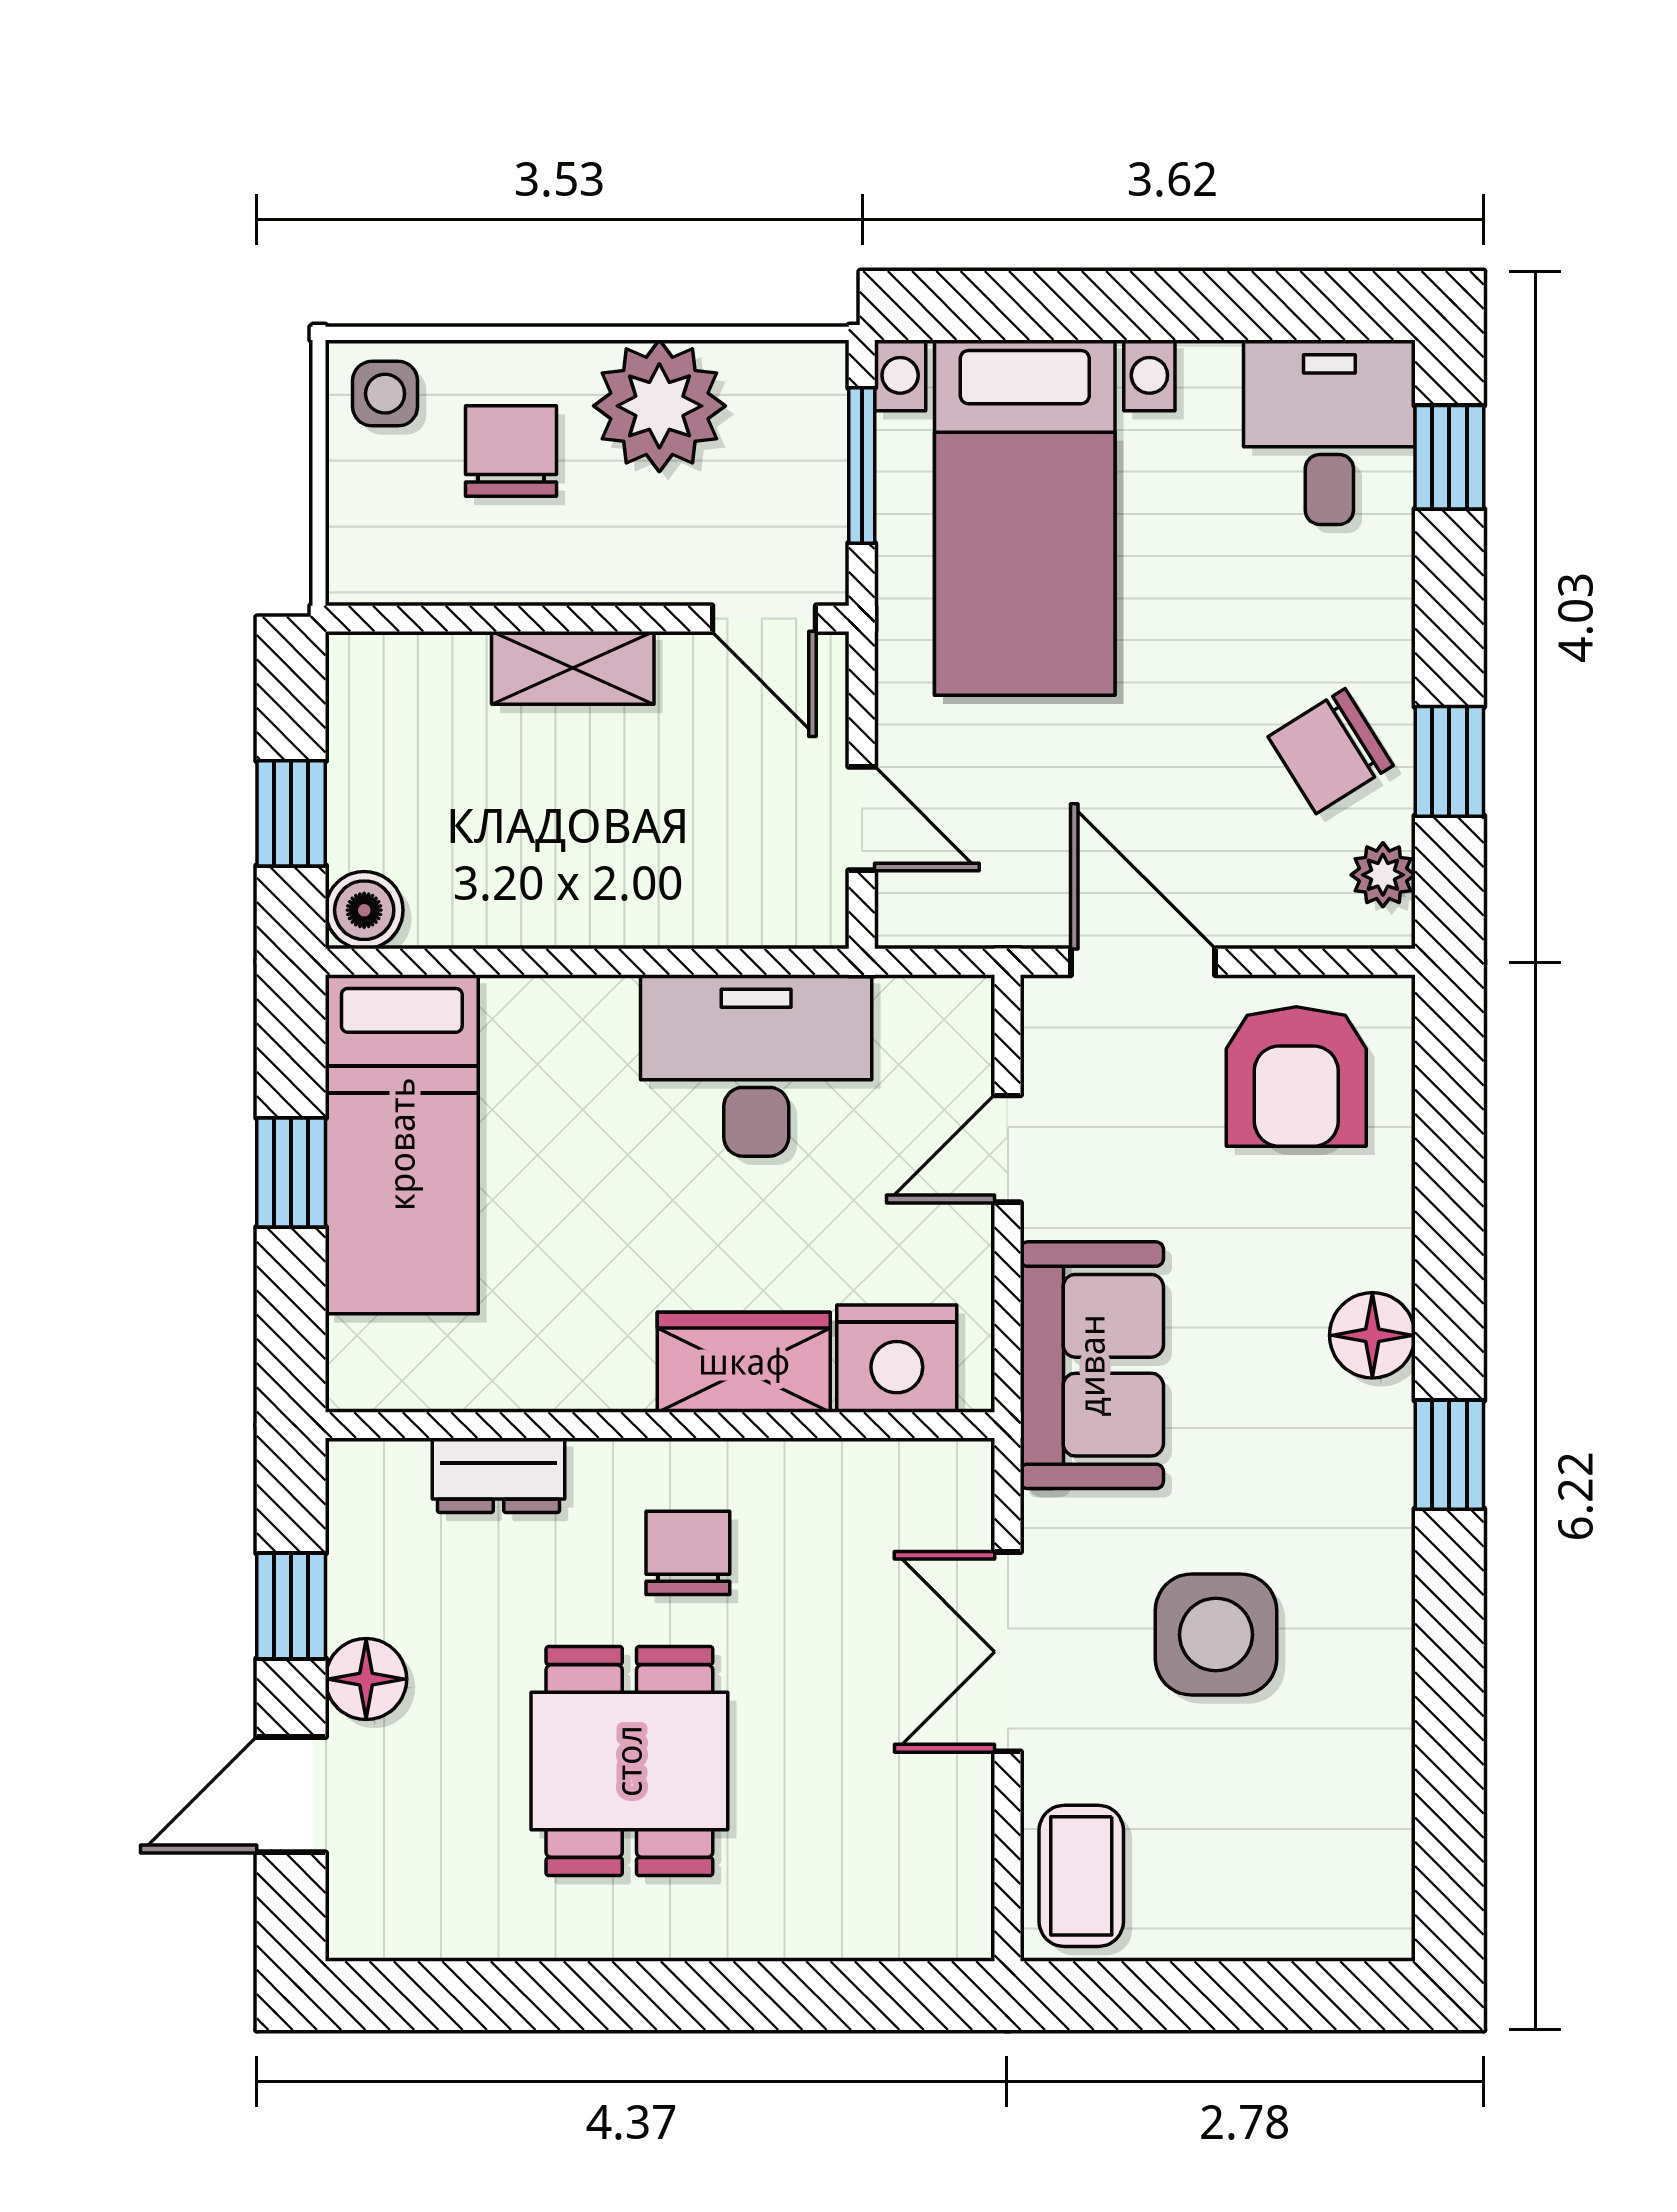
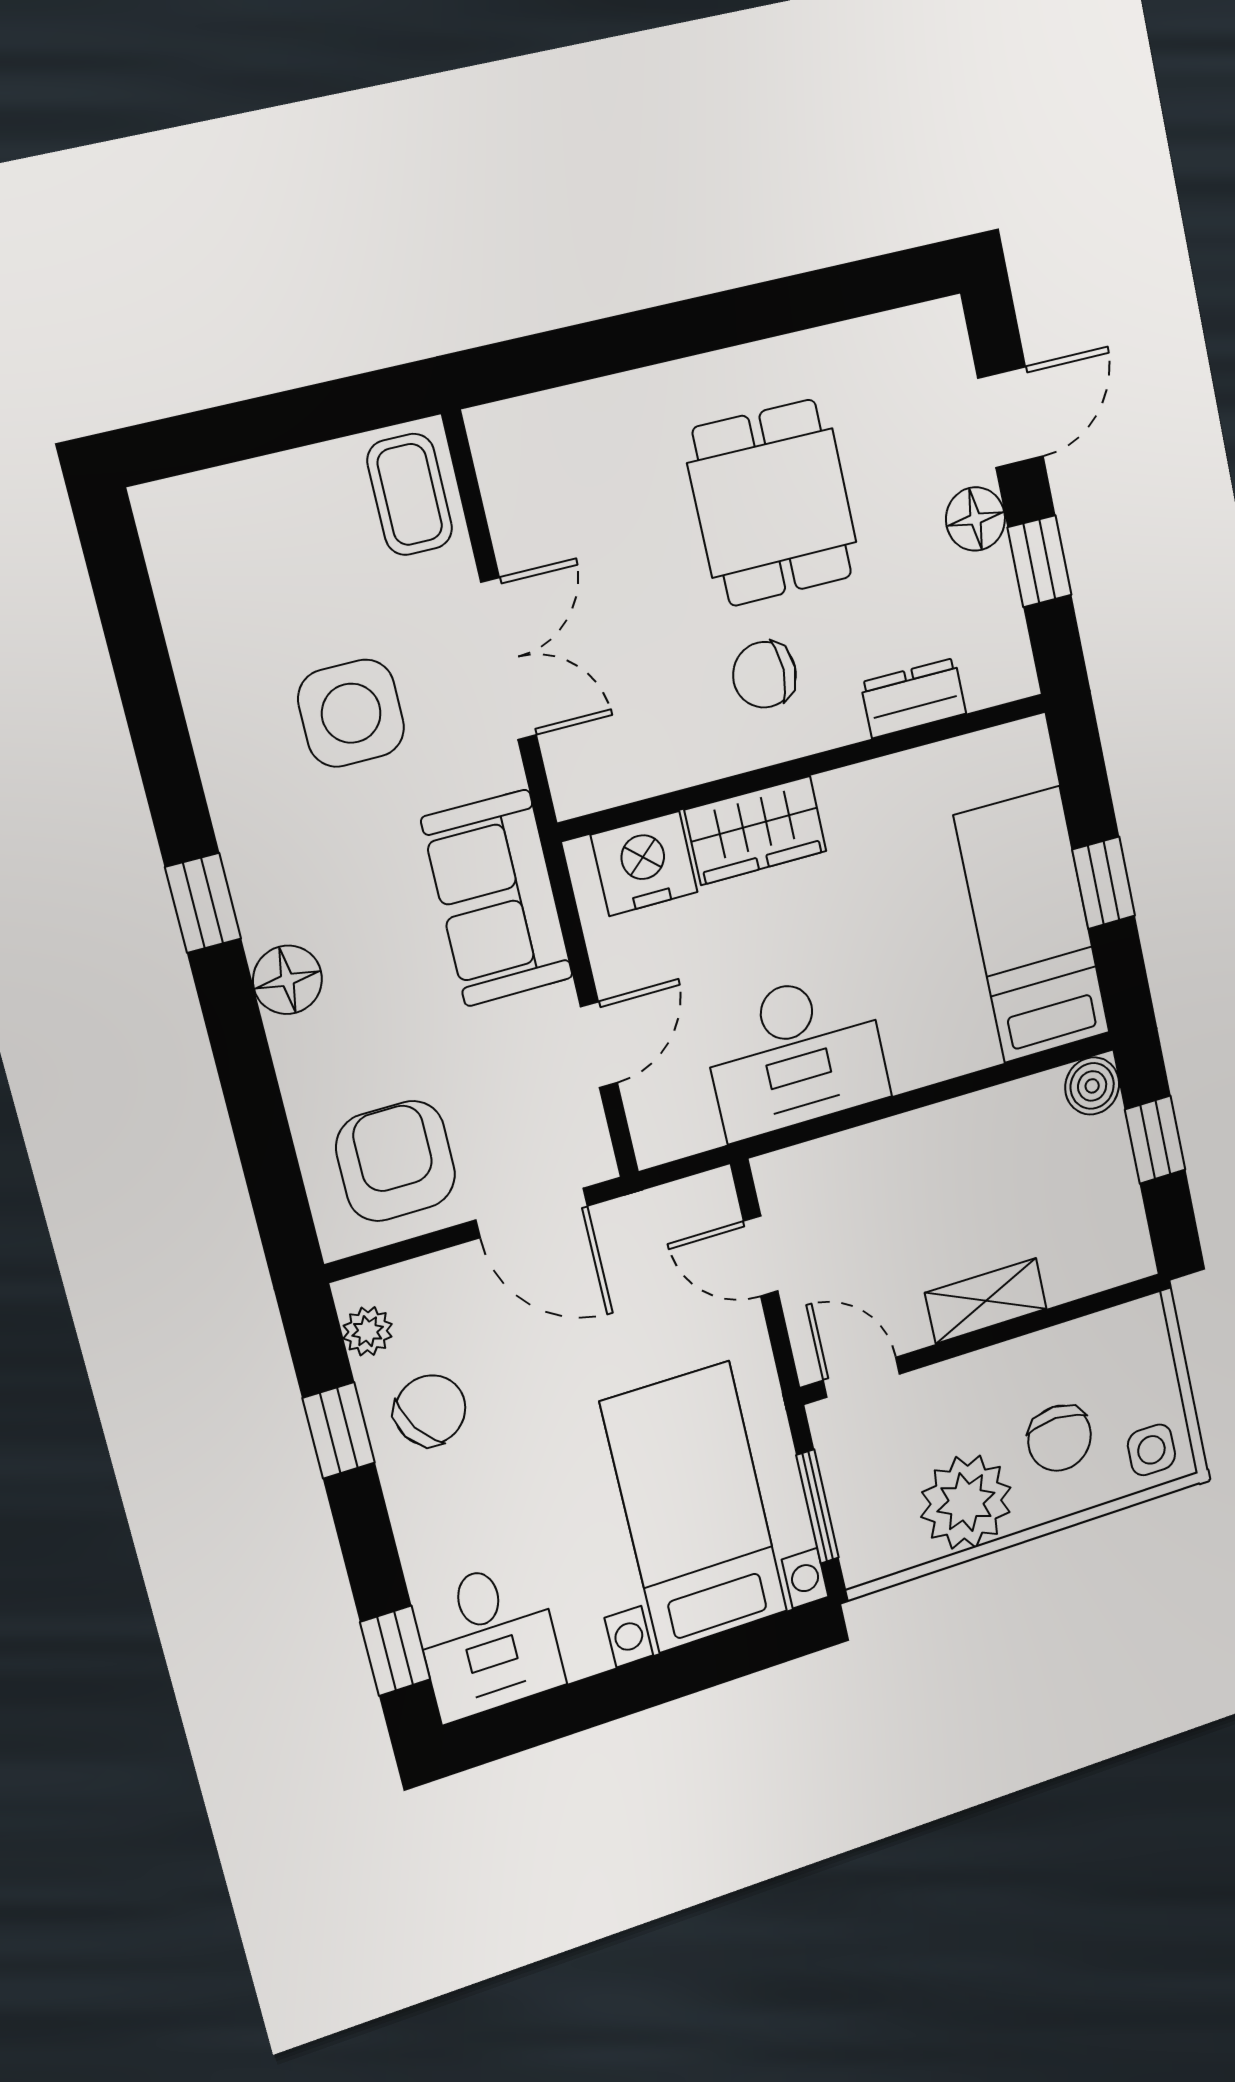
chair: (688, 1553) -> (765, 675), turned 90

